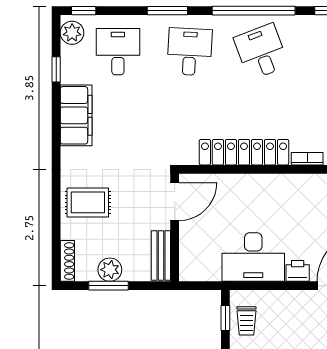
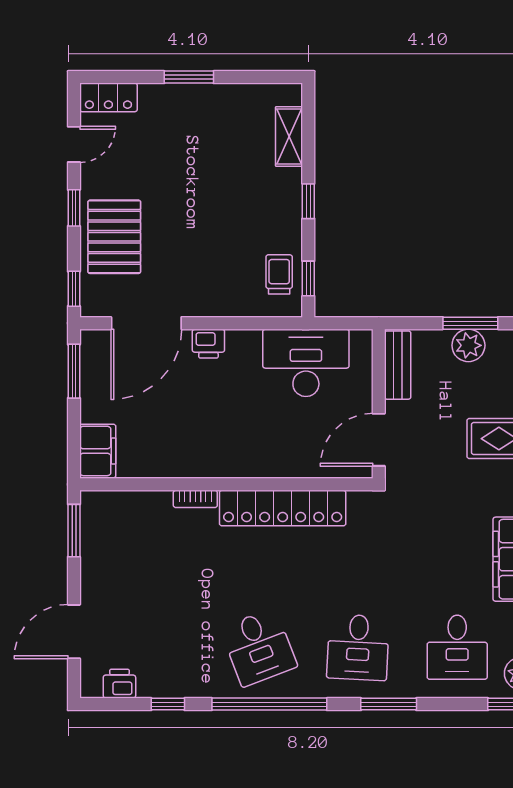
desk: (253, 257) -> (306, 363), moved

